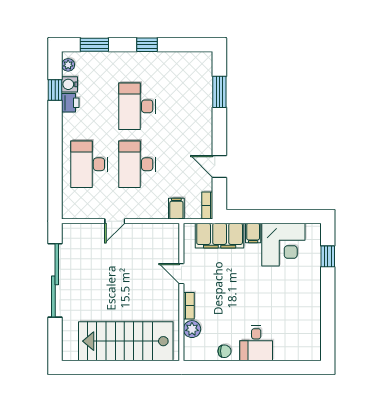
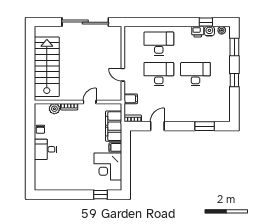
door: (115, 221) -> (123, 75), moved

